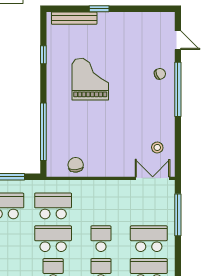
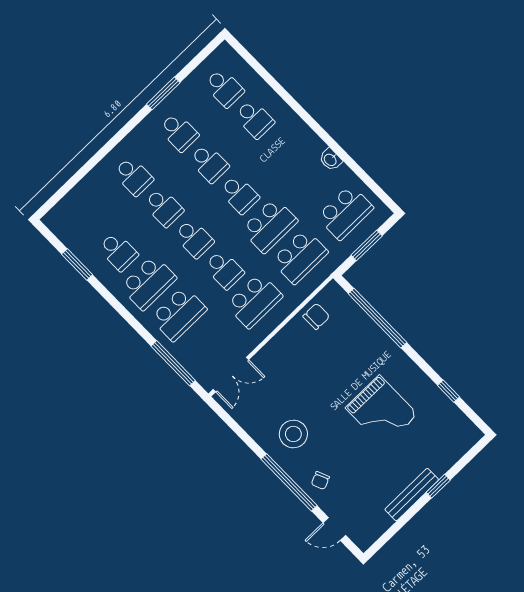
bench: (74, 18) -> (412, 495), moved
stool: (157, 147) -> (293, 434), moved, width x1.89, depth x1.89
chair: (76, 165) -> (316, 316), turned -85
school desk: (101, 206) -> (254, 301), added

